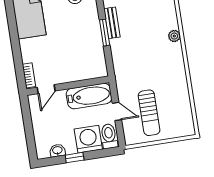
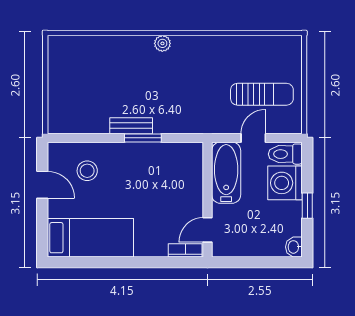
door: (46, 89) -> (208, 230), swing flipped
washbasin: (57, 151) -> (294, 247), moved

